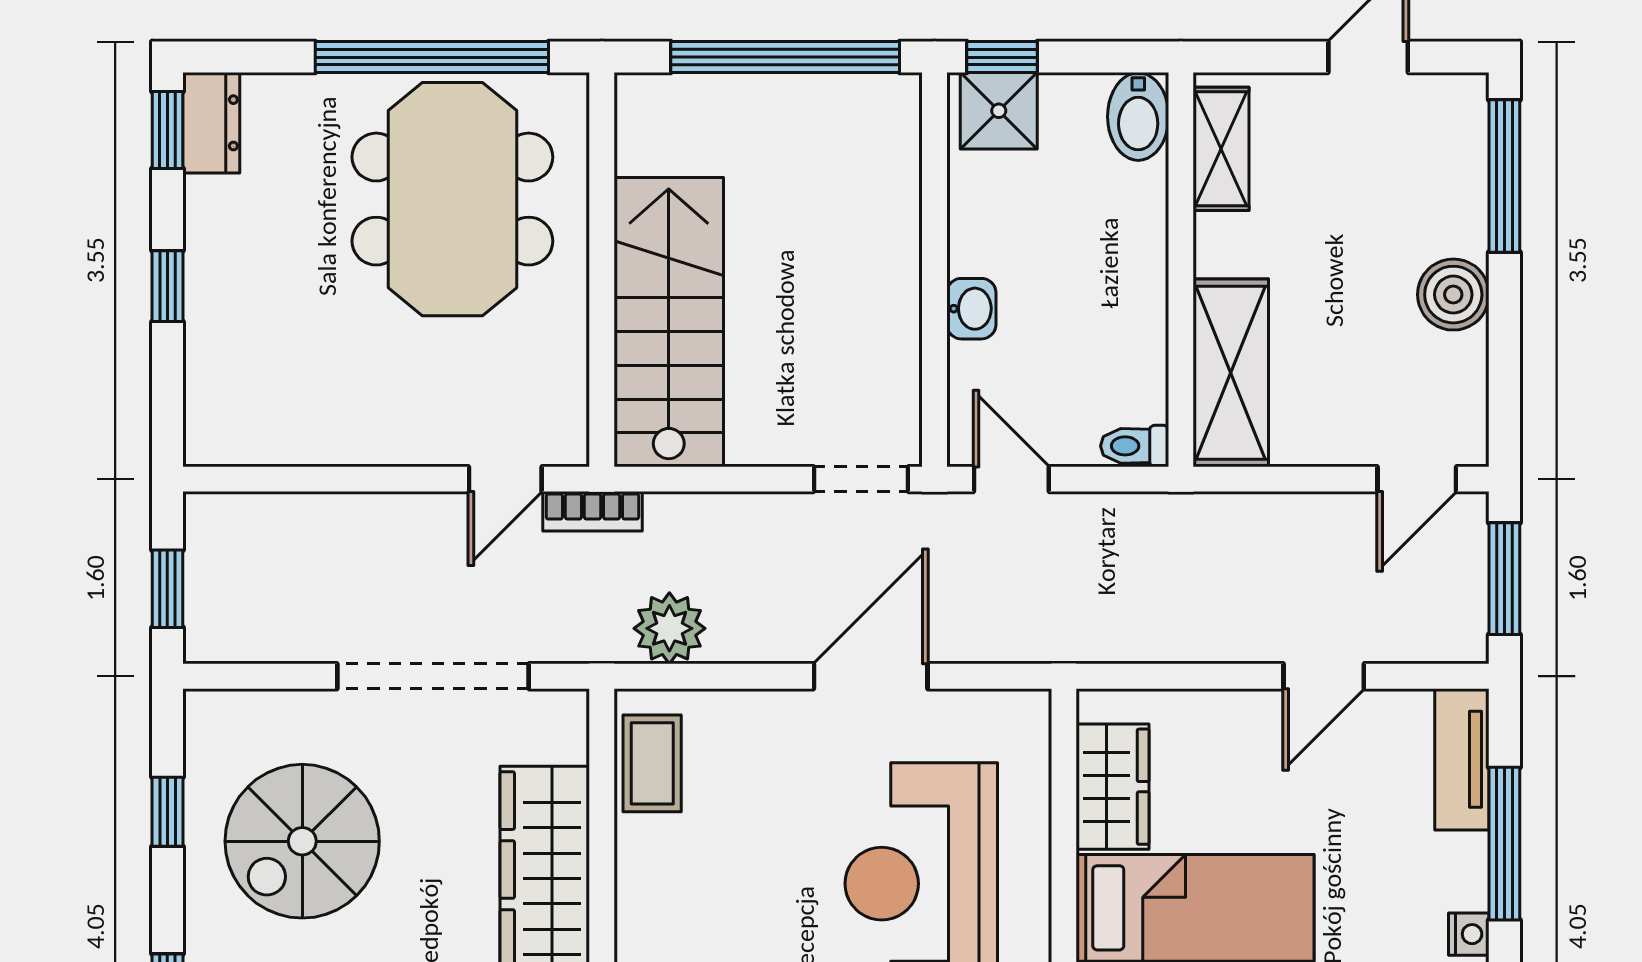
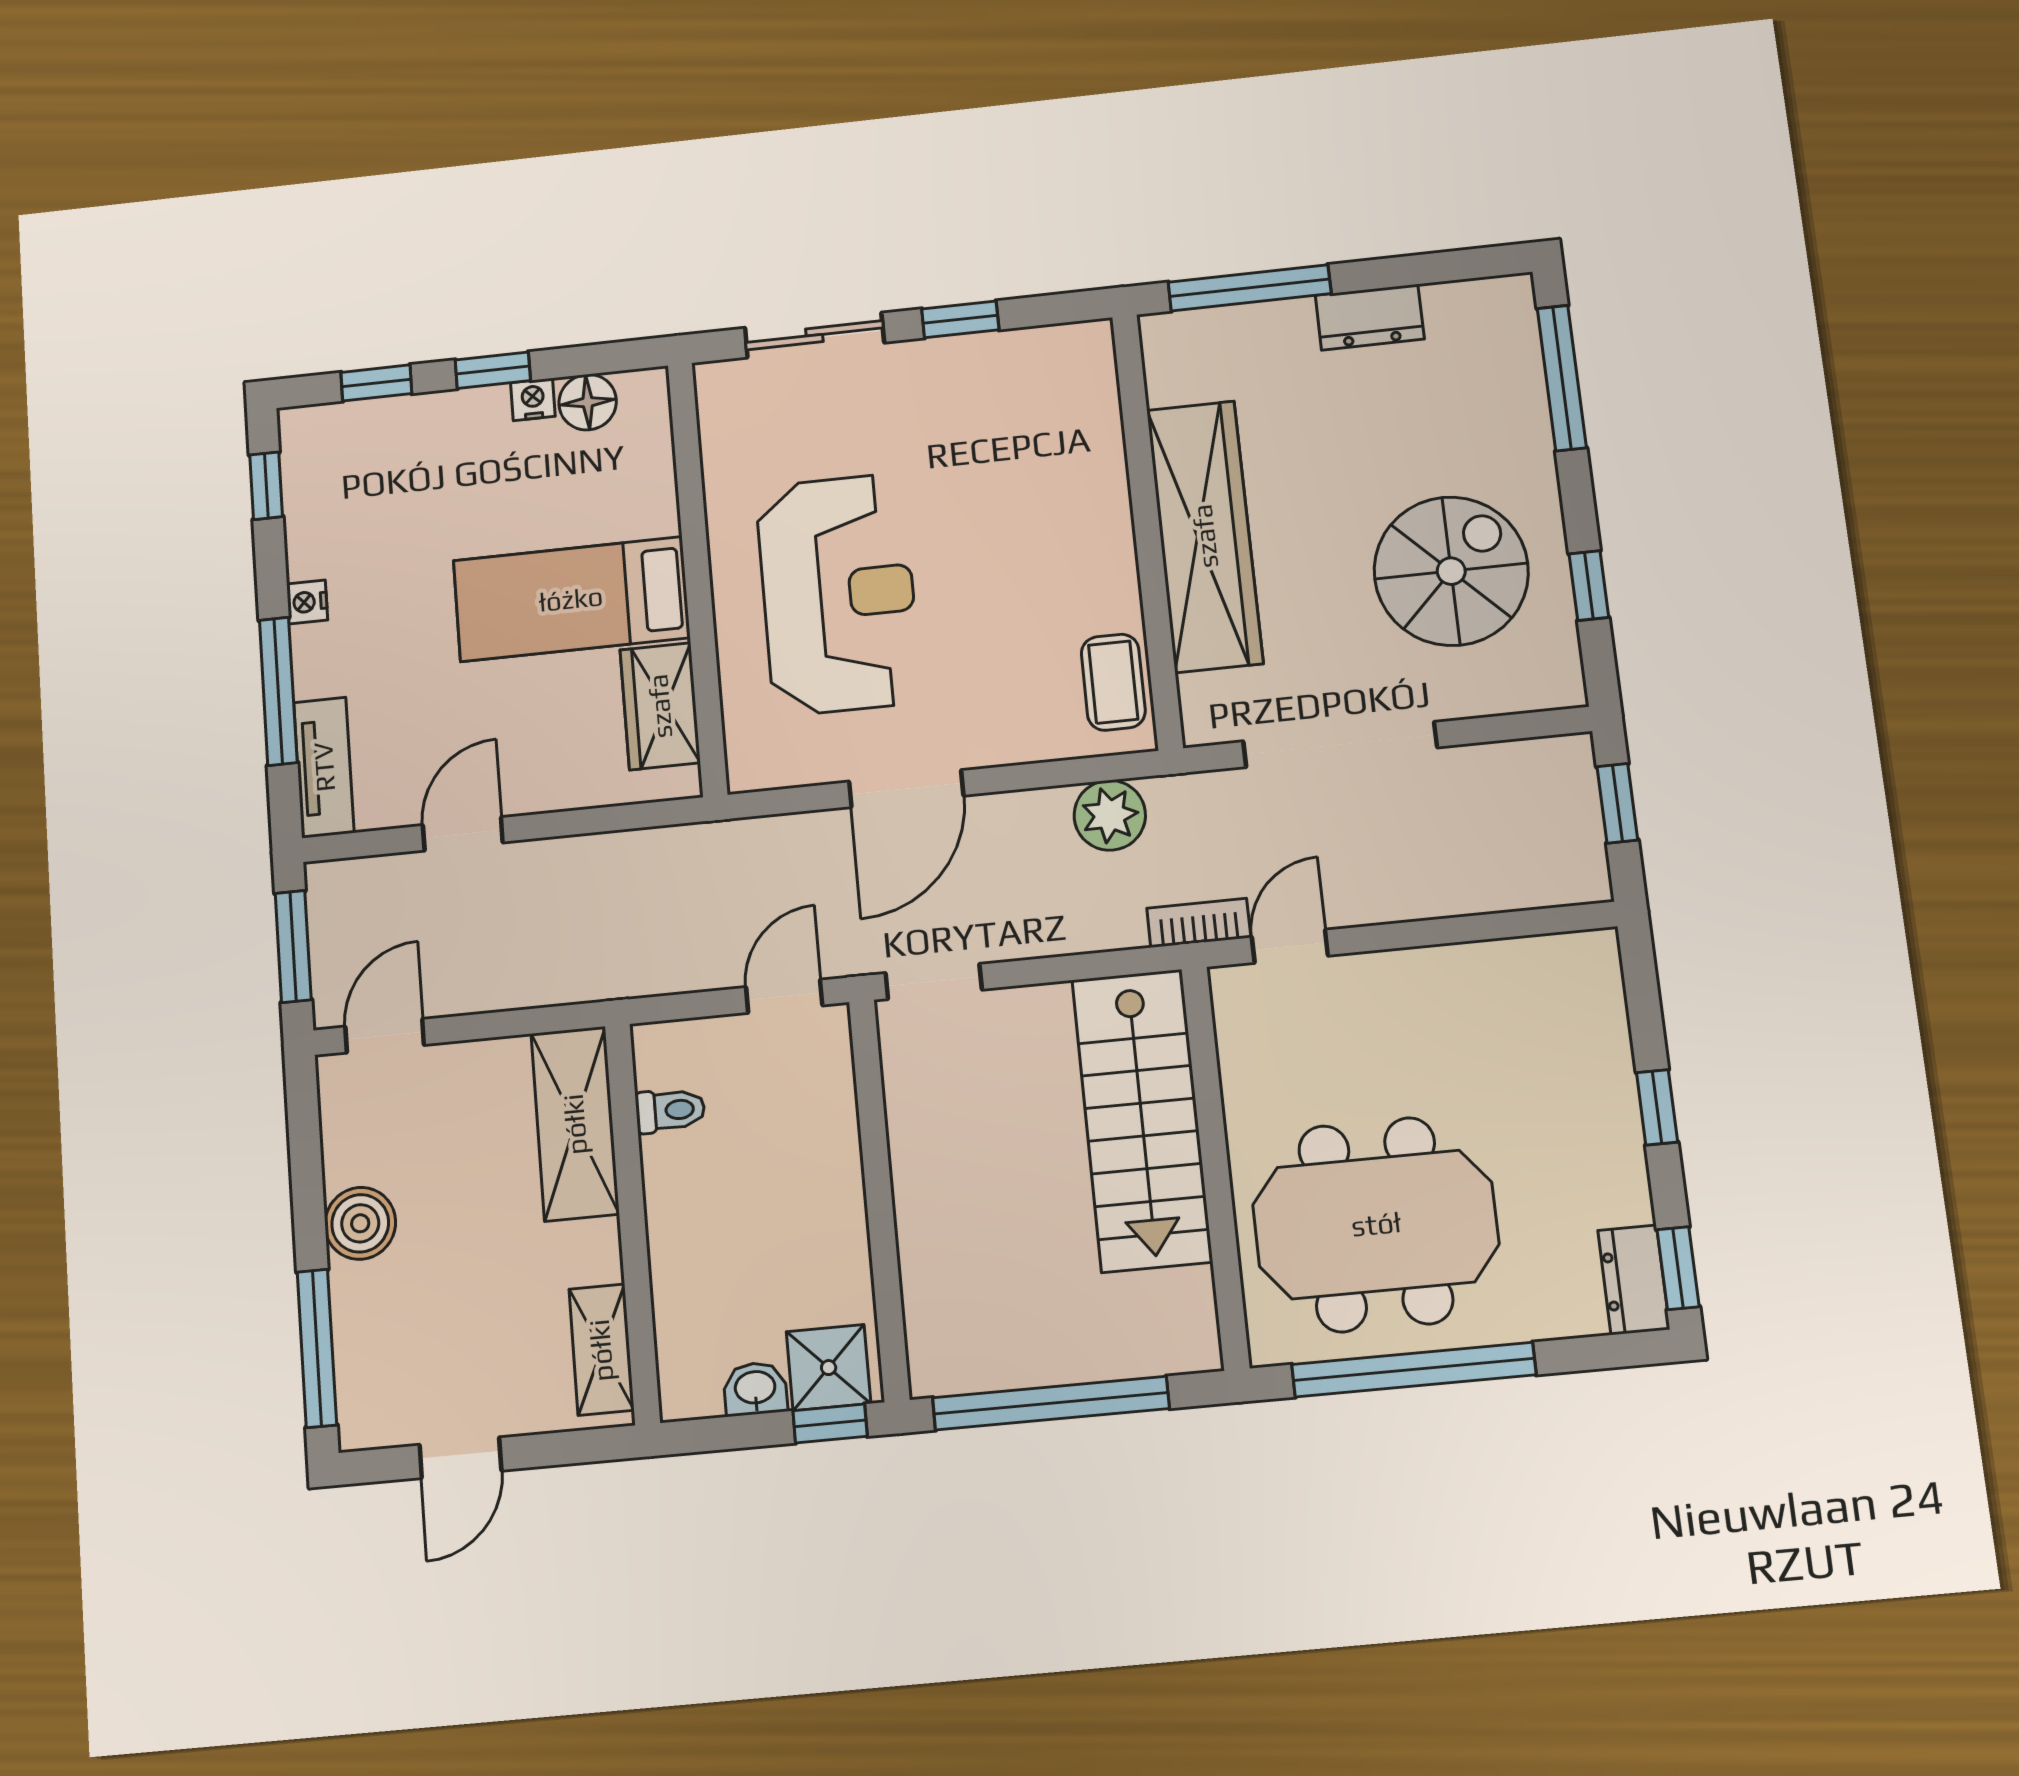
bidet: (1138, 116) -> (687, 1375), removed
meeting table: (452, 199) -> (1376, 1224), turned 90
washbasin: (971, 309) -> (755, 1389), moved, turned 90
toilet: (1135, 446) -> (670, 1110), moved
door: (1011, 479) -> (784, 996), swing flipped

